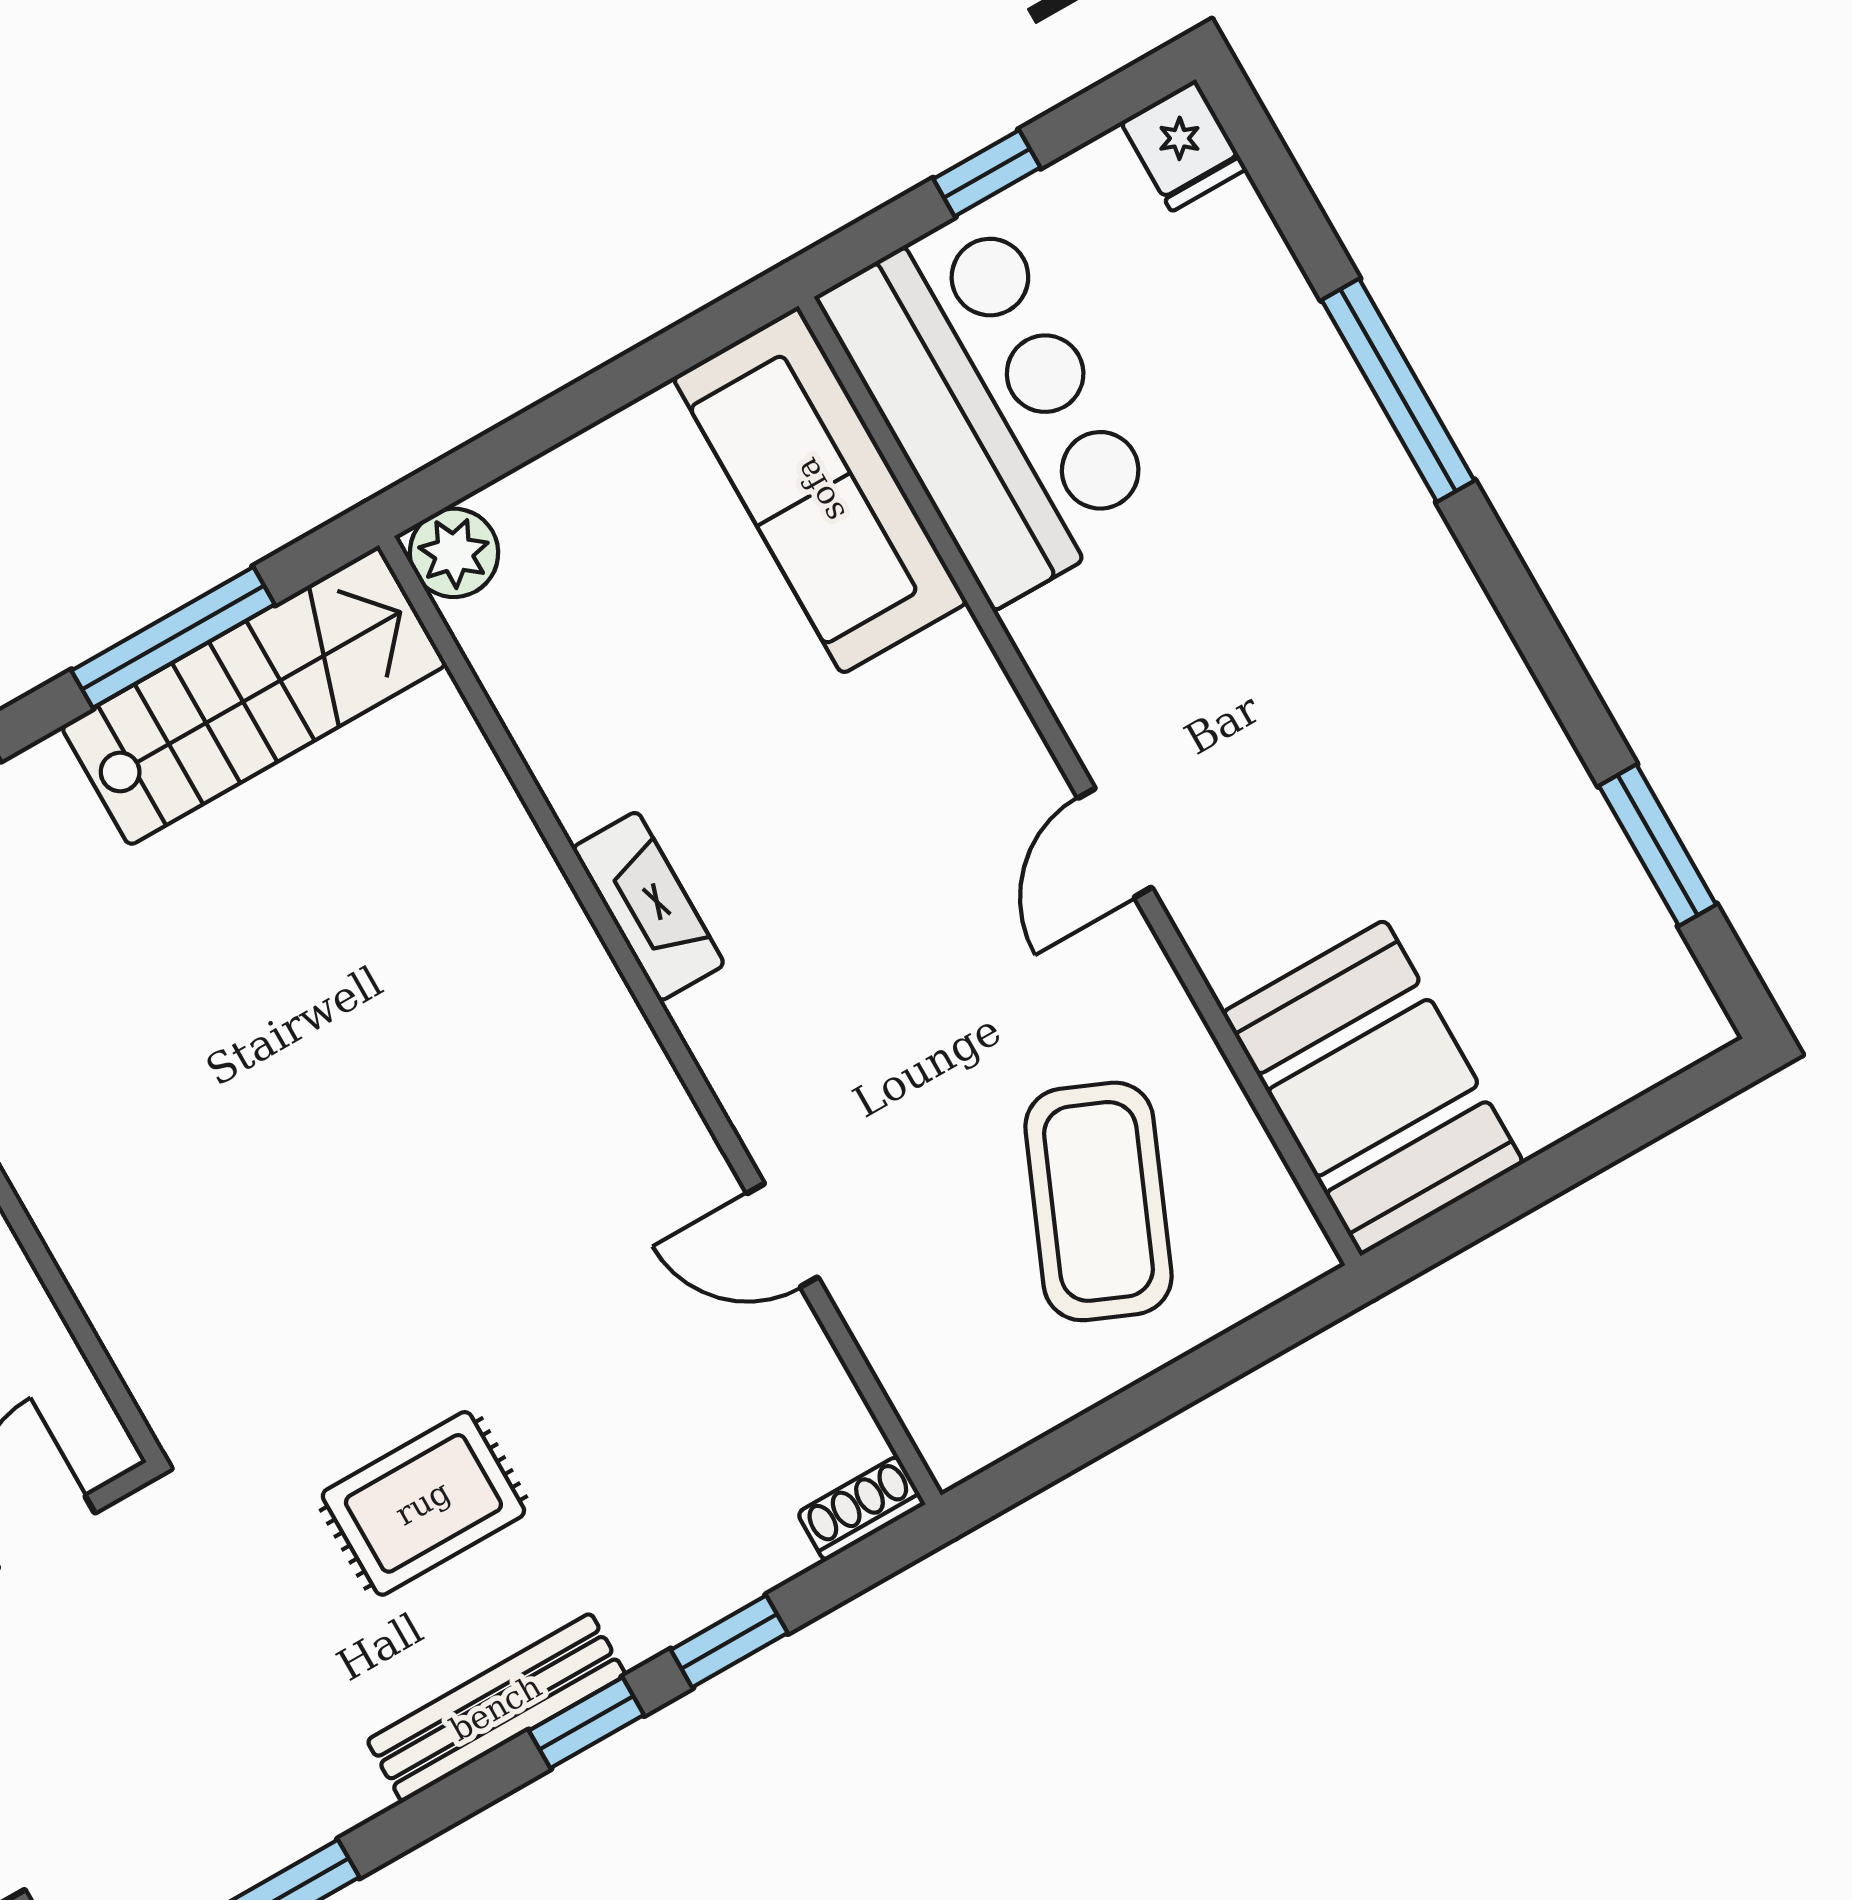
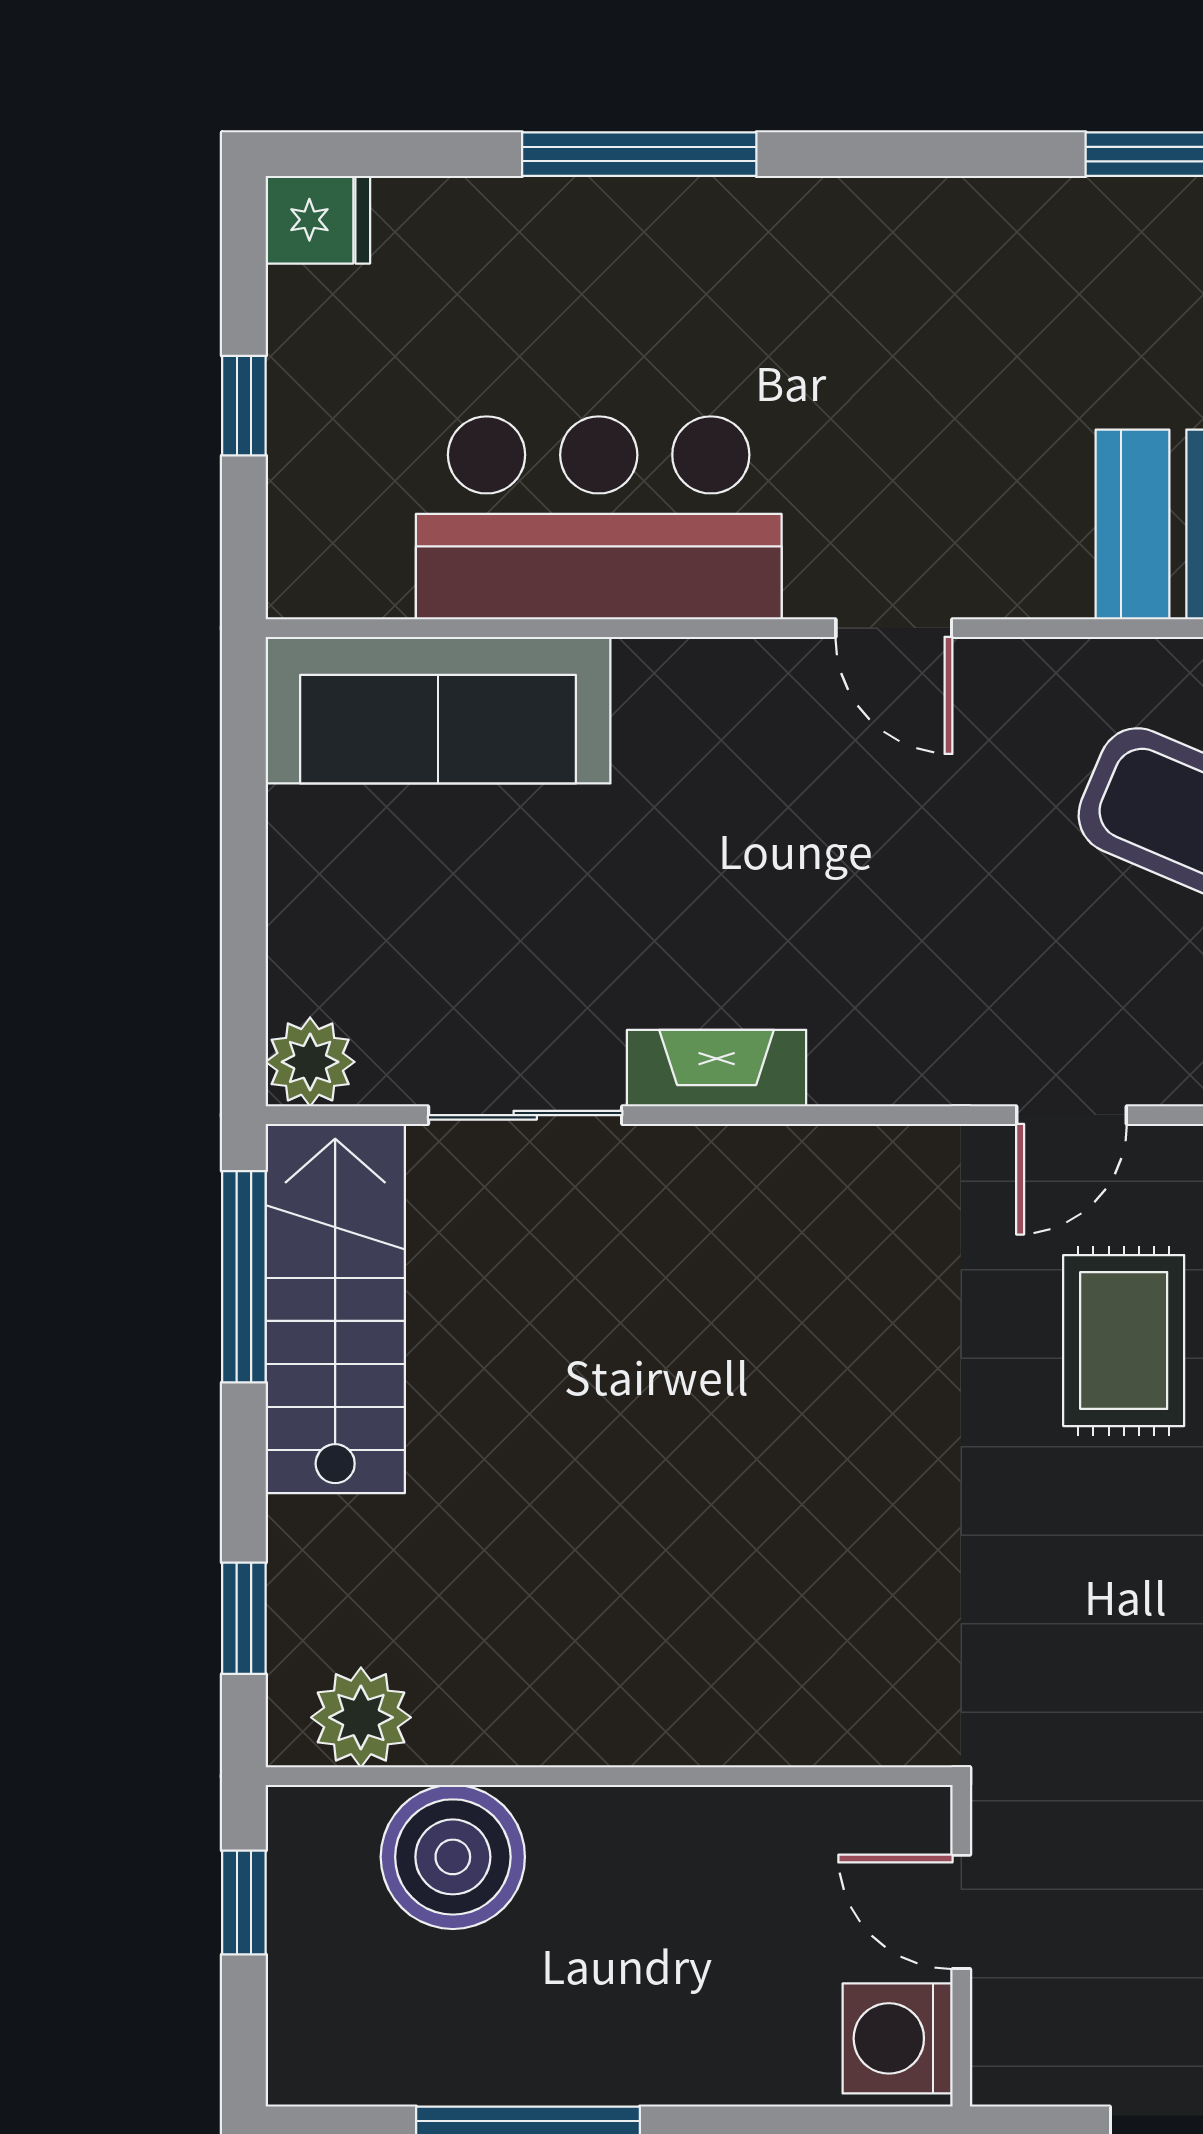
bar counter: (991, 405) -> (599, 518), moved
window: (173, 637) -> (244, 1277), moved
sliding door: (514, 764) -> (525, 1115), added
rug: (423, 1503) -> (1124, 1341), moved

